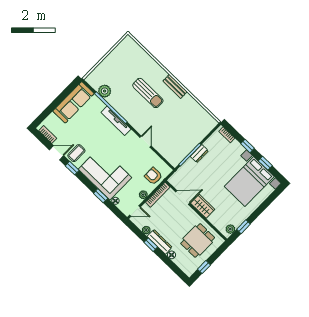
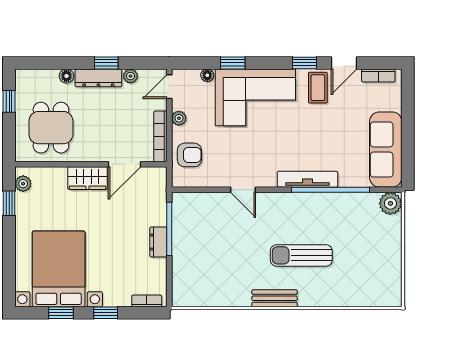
plant: (105, 91) -> (390, 203), moved

